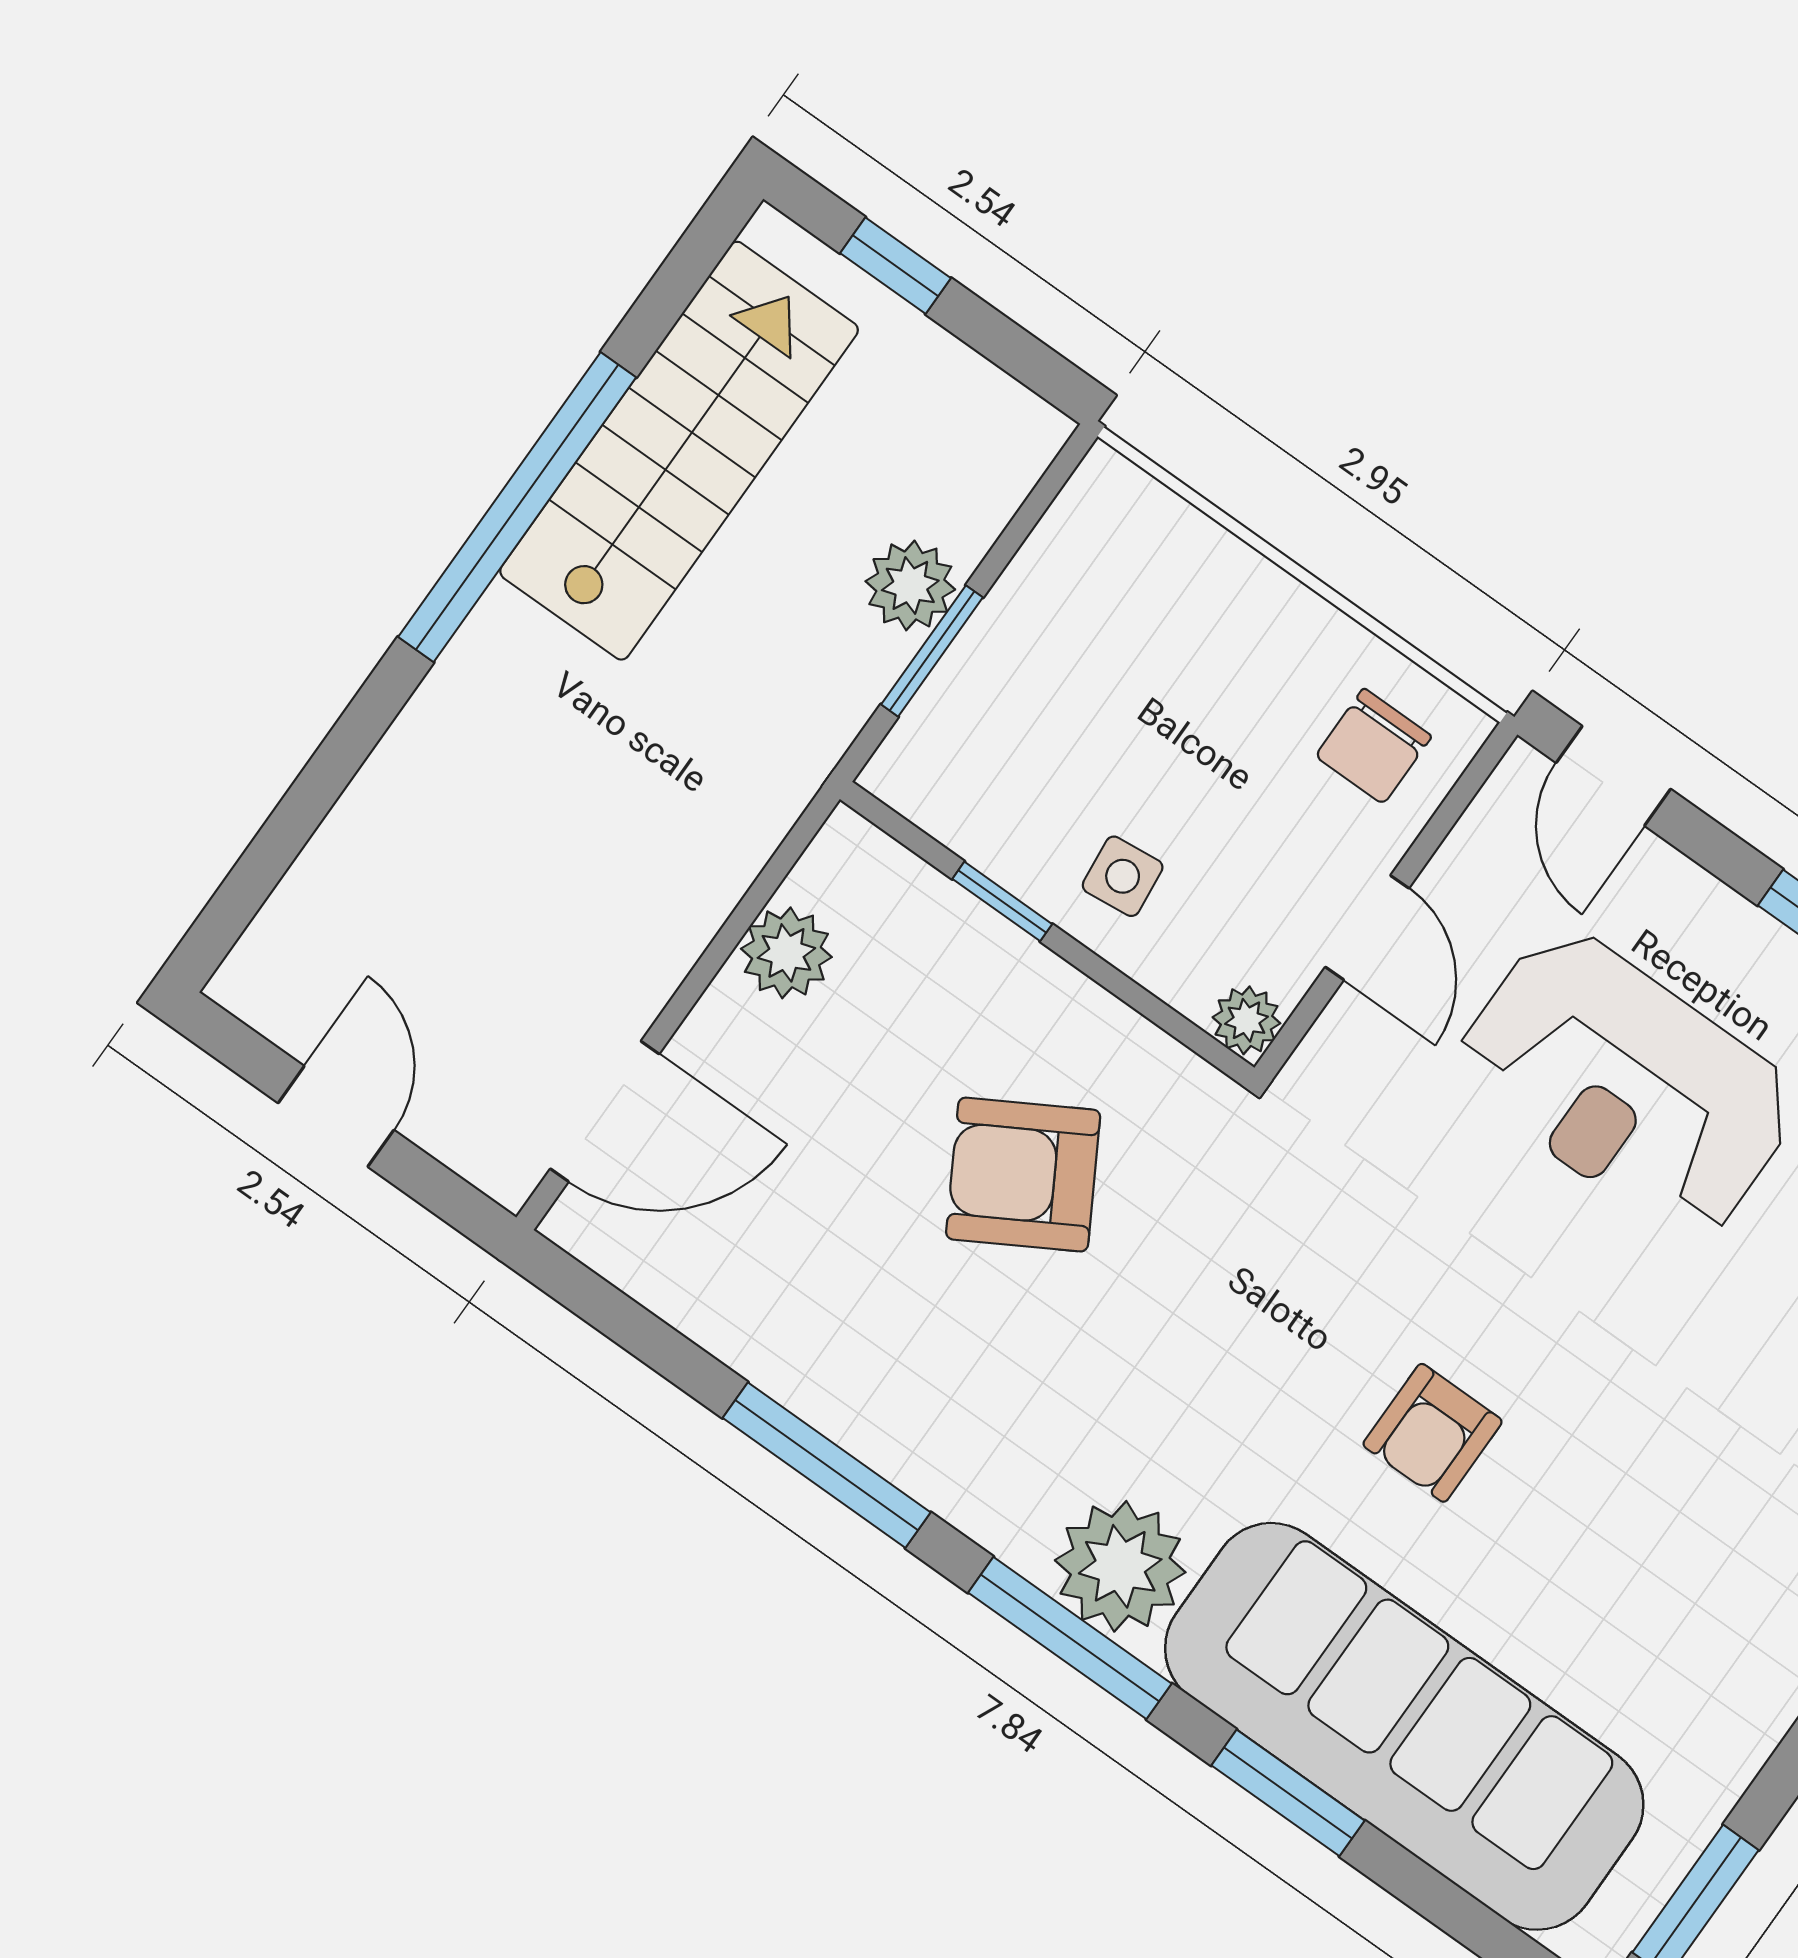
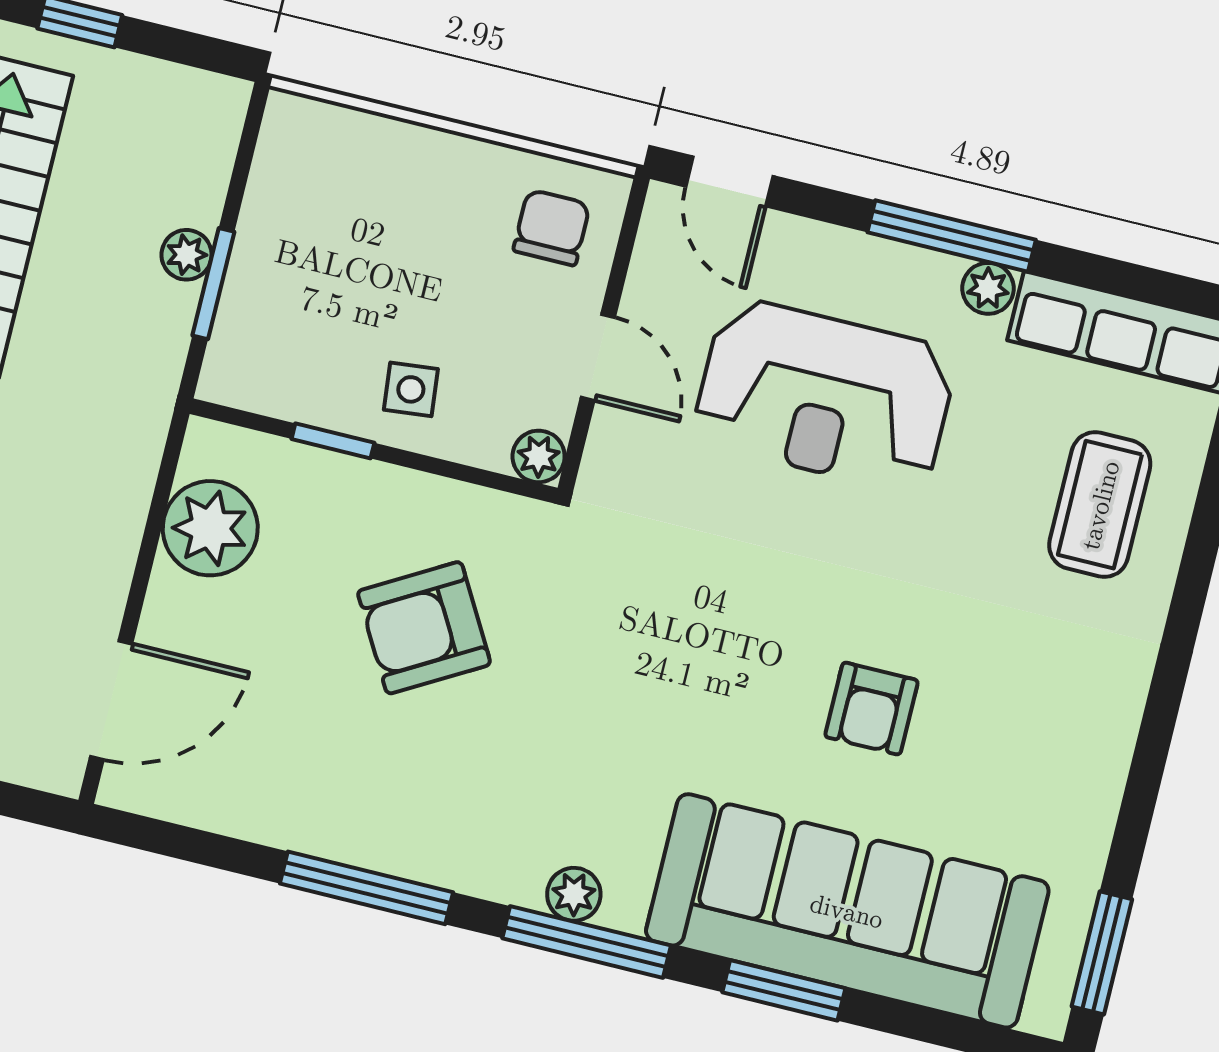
plant: (910, 585) -> (187, 255), width x0.73, depth x0.73
chair: (1373, 746) -> (552, 228), turned 180
plant: (786, 953) -> (210, 528), width x1.36, depth x1.36
armchair: (1433, 1433) -> (871, 709), moved
plant: (1120, 1566) -> (574, 894), width x0.53, depth x0.53

